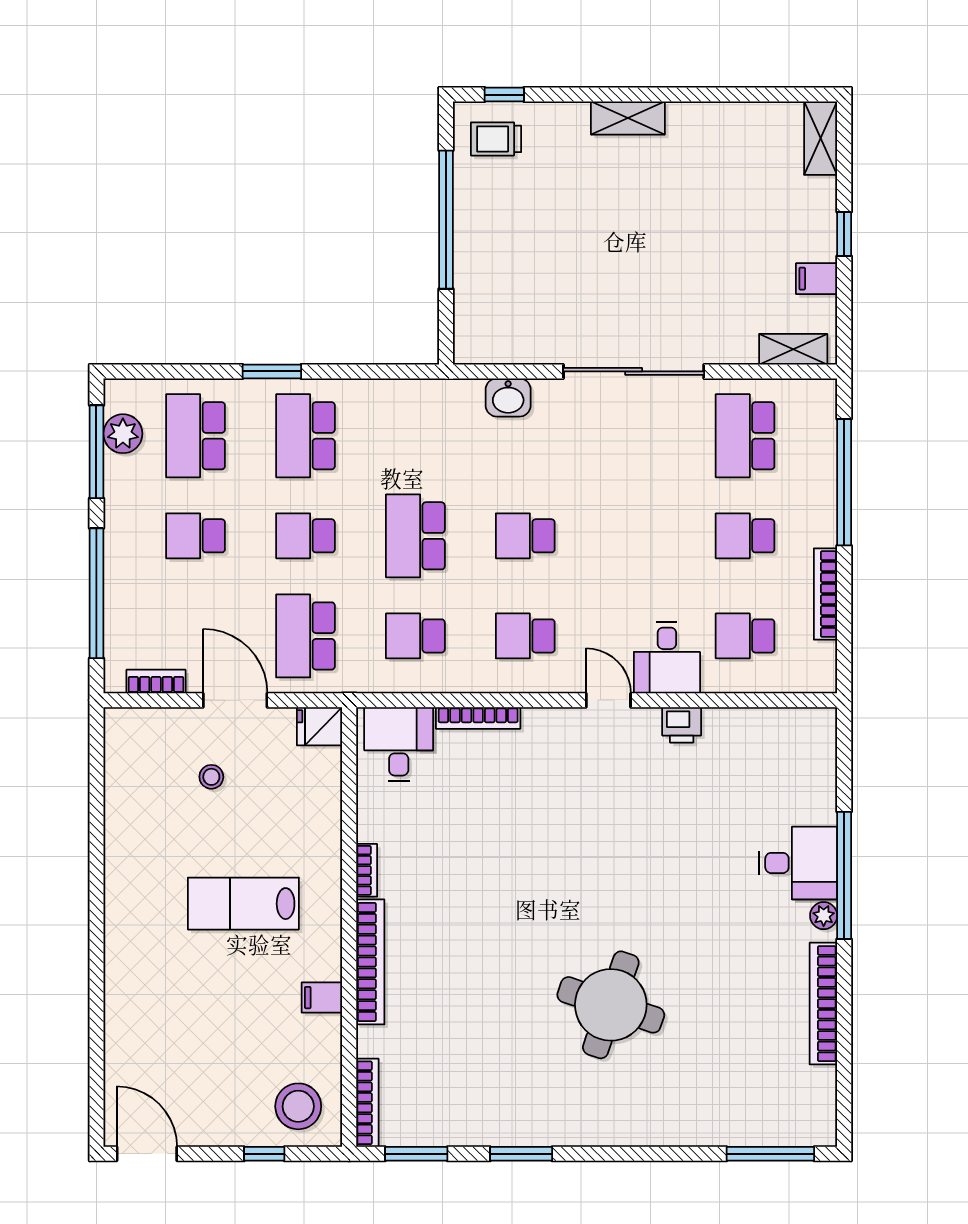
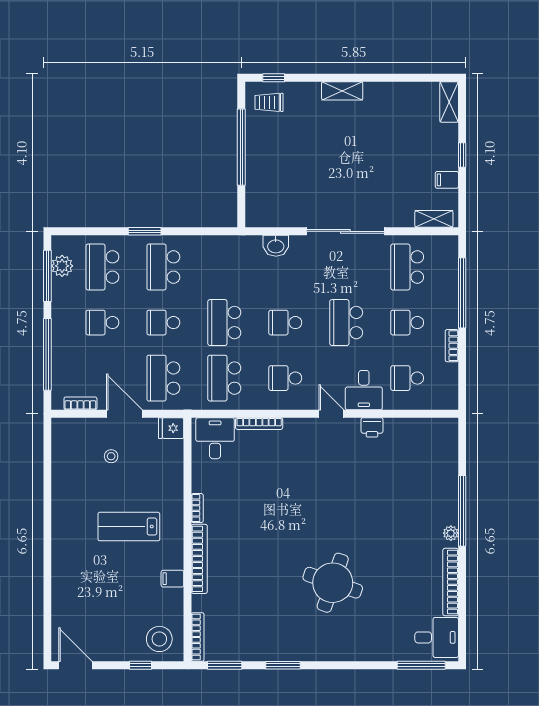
school desk: (635, 536) -> (346, 323), added
bookcase: (826, 594) -> (452, 346), width x0.64
school desk: (415, 636) -> (224, 378), width x1.85
desk: (798, 863) -> (437, 637), moved

